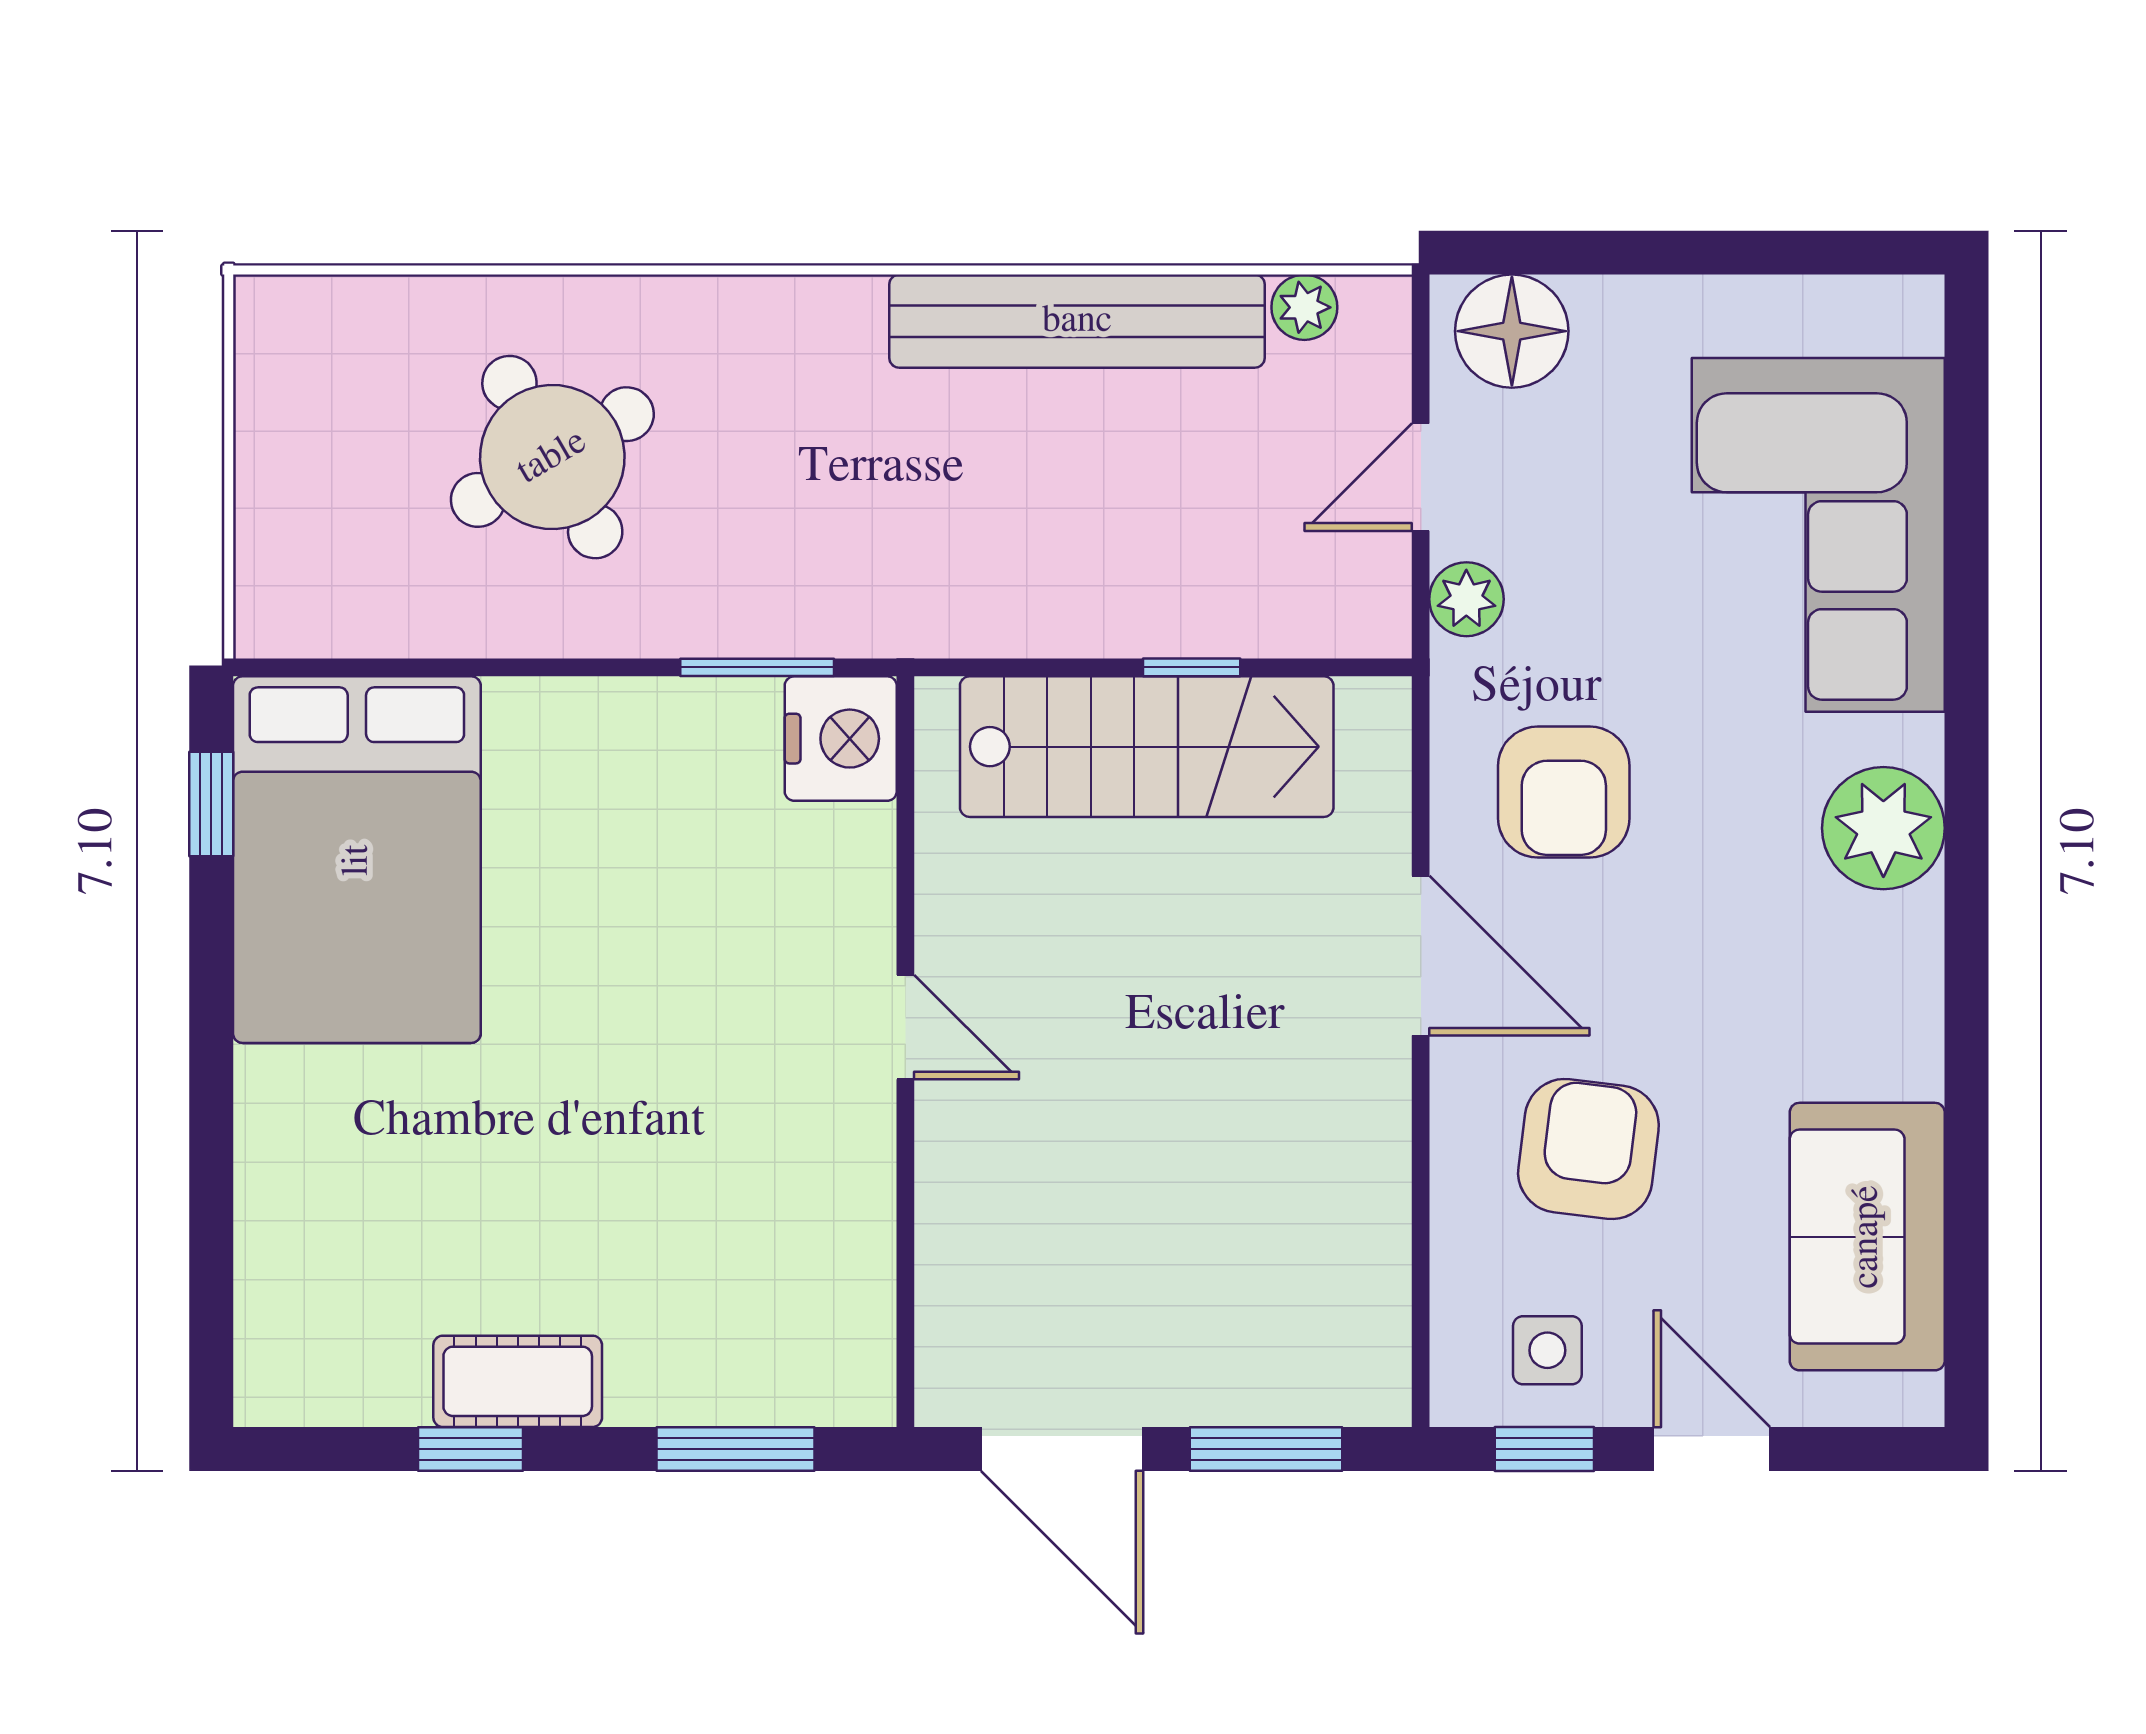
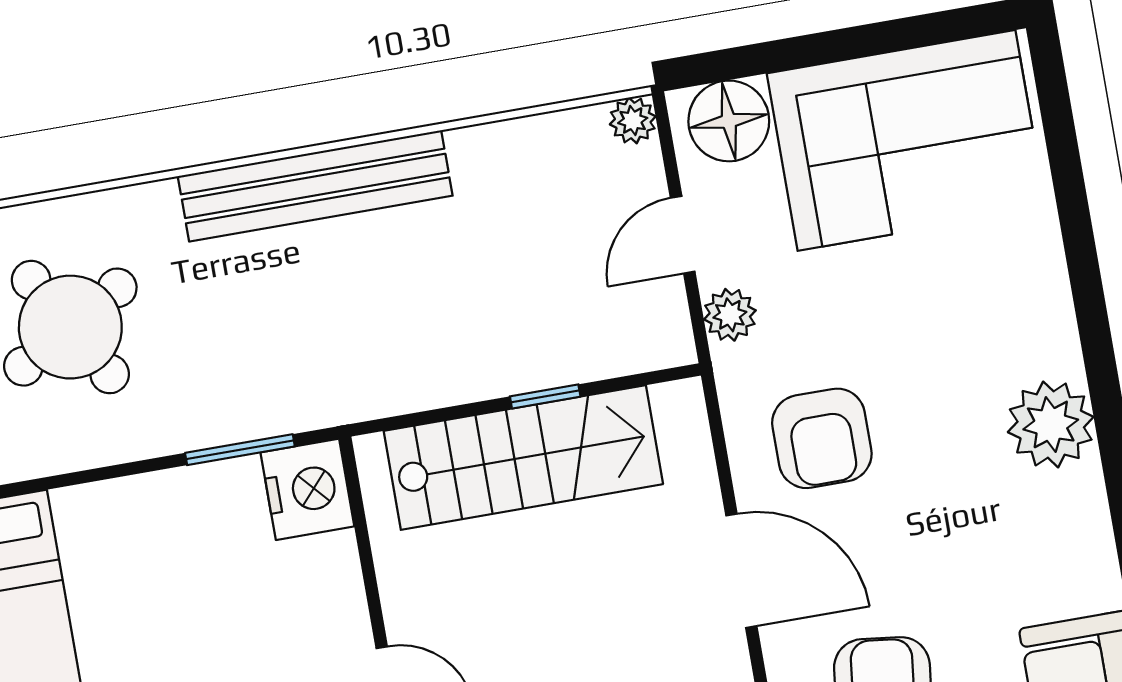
plant: (1304, 307) -> (633, 120), moved
bench: (1077, 321) -> (315, 186), moved
corner sofa: (1818, 535) -> (906, 140), moved, turned -90

